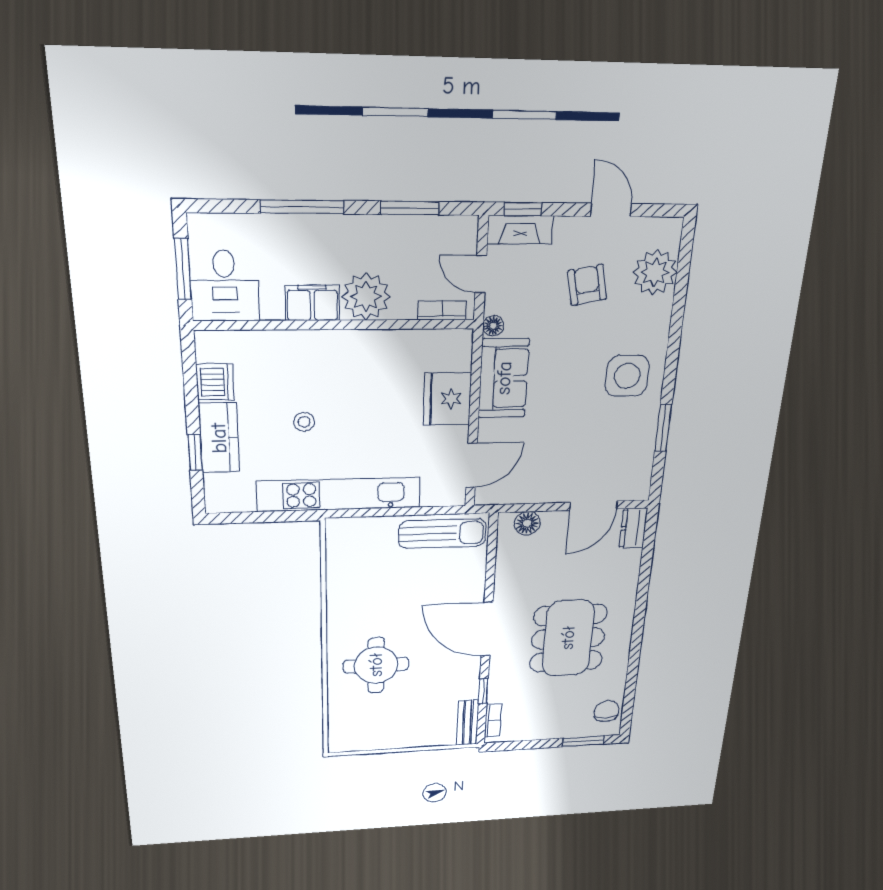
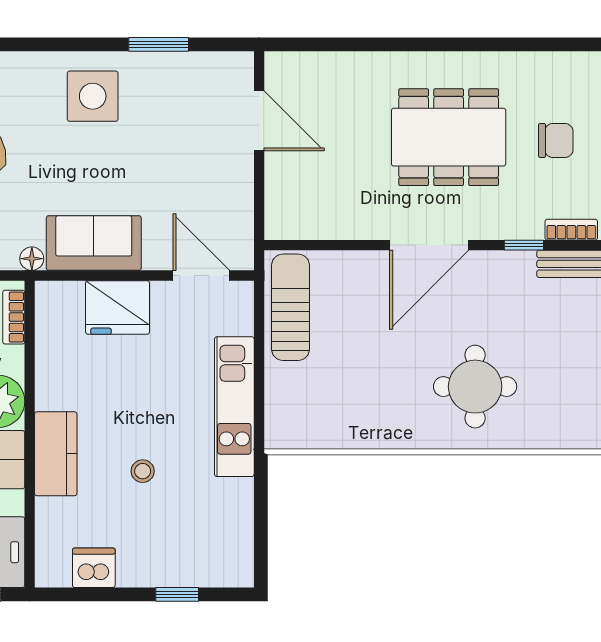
kitchen counter: (219, 438) -> (56, 454), moved, turned 90
kitchen unit: (339, 494) -> (234, 407), width x0.73
floor lamp: (527, 523) -> (280, 203), removed
dresser: (633, 528) -> (292, 67), removed
chair: (607, 711) -> (556, 140), moved, turned 180

